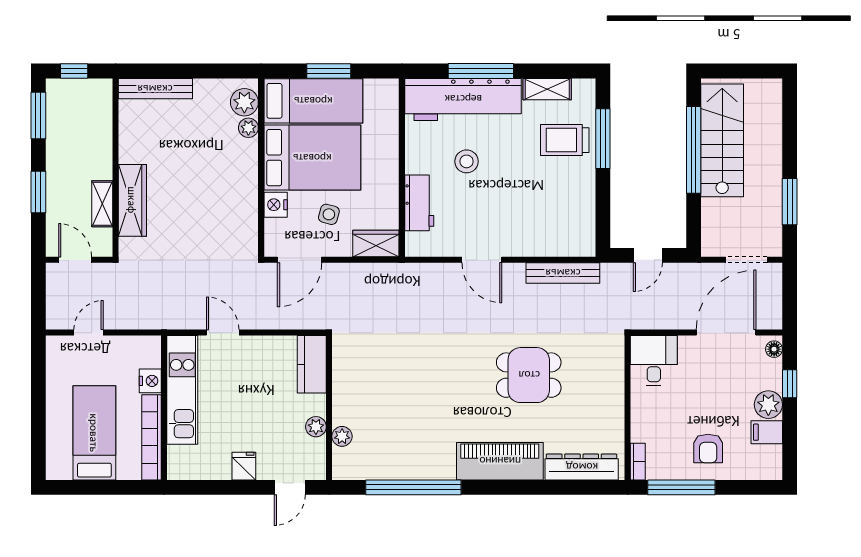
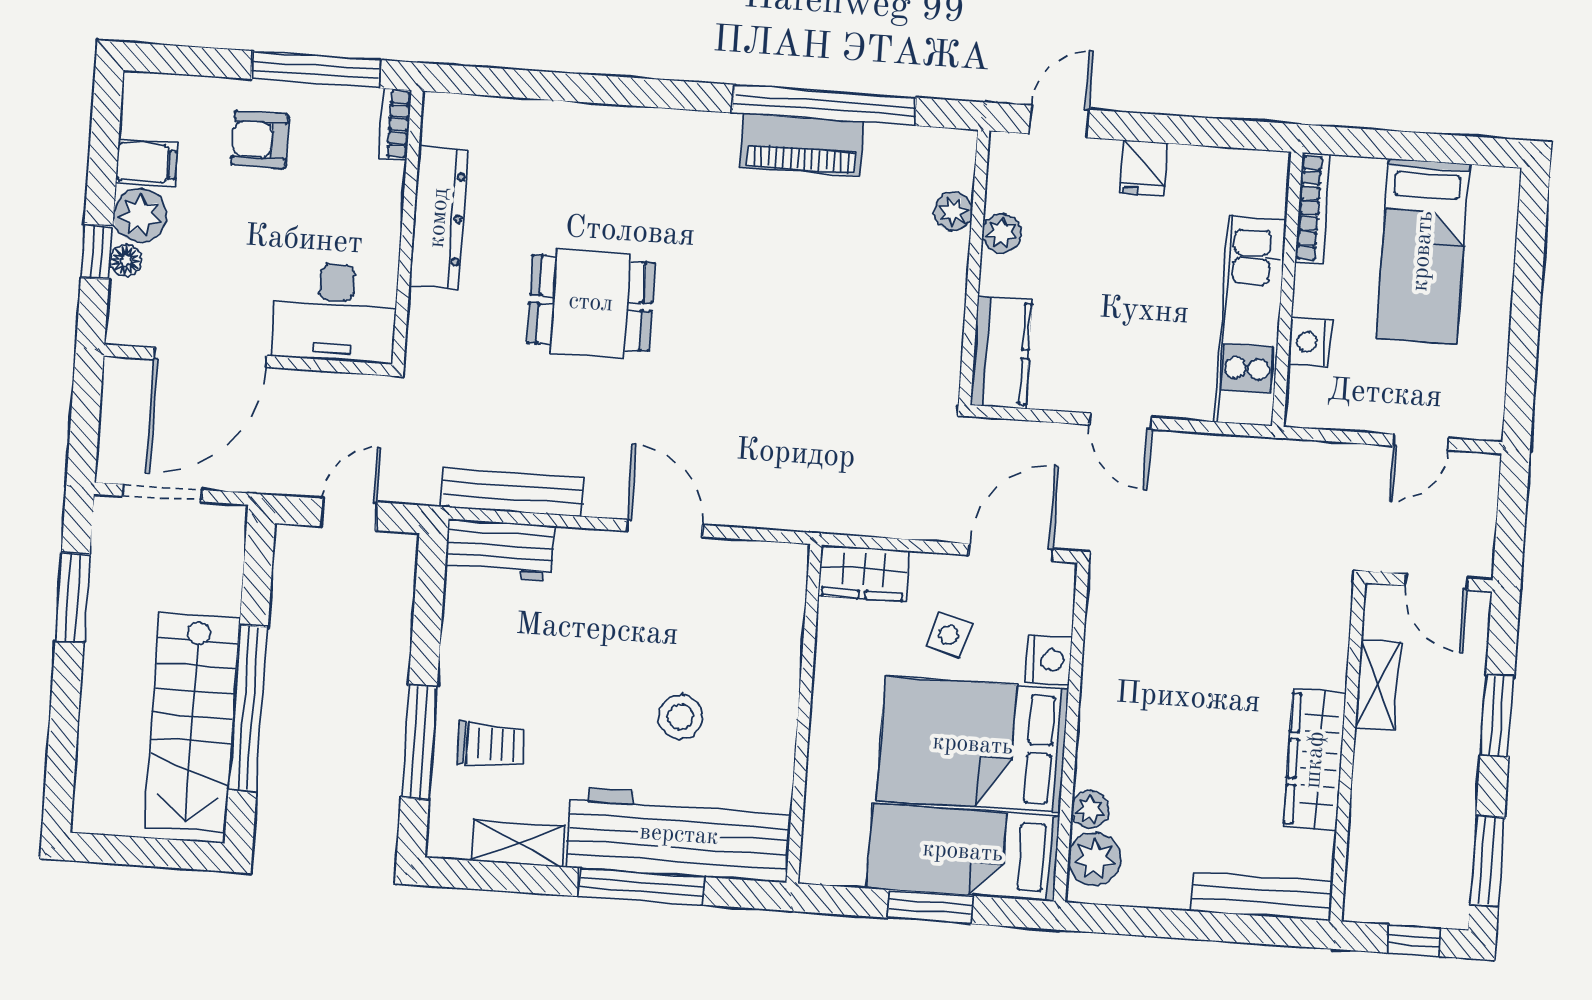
trolley: (565, 140) -> (491, 744), width x0.73, depth x0.72
wardrobe: (132, 200) -> (1315, 760), moved
workbench: (419, 203) -> (500, 550), moved, turned -90
door: (223, 333) -> (1121, 421), moved
floor lamp: (774, 349) -> (126, 260), moved
desk: (654, 361) -> (335, 313), width x1.37
bookcase: (151, 437) -> (1313, 208), width x0.68, depth x0.76
armchair: (708, 448) -> (260, 140), turned -90
piano: (500, 461) -> (802, 144), moved, width x0.73, depth x0.75
dresser: (582, 467) -> (439, 218), moved, turned -90

